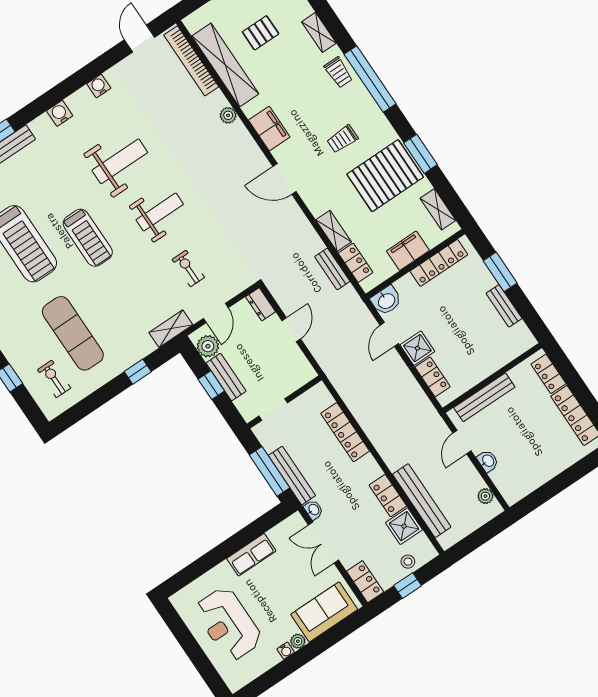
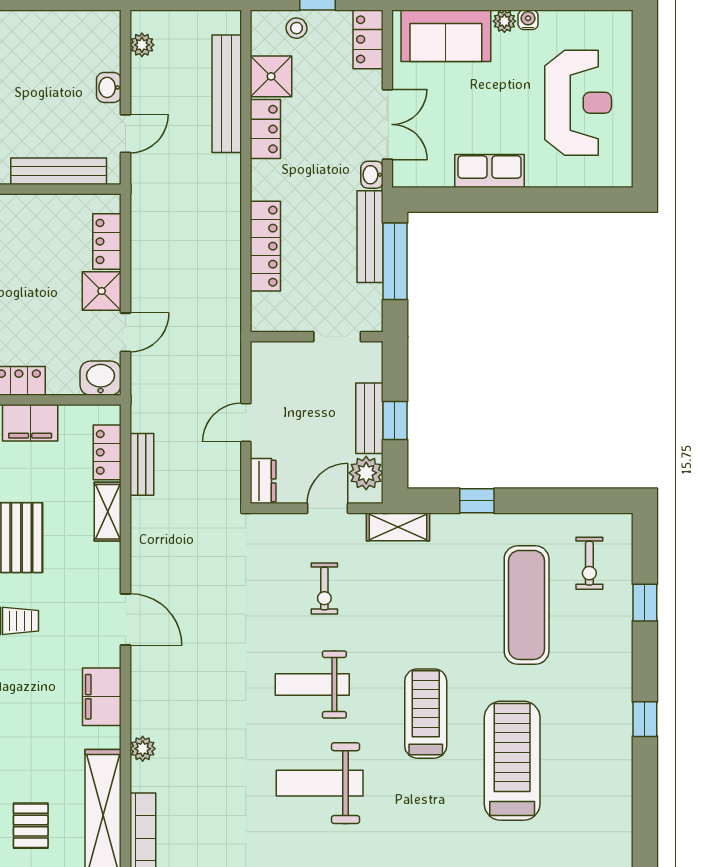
pallet: (261, 33) -> (31, 826), turned 90

